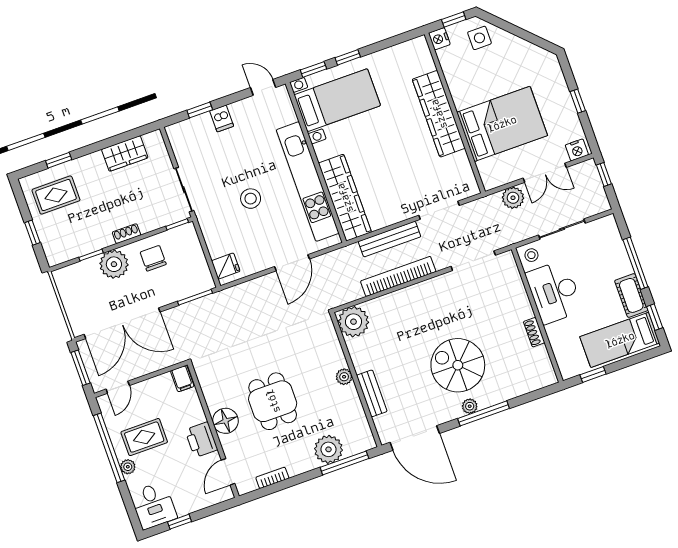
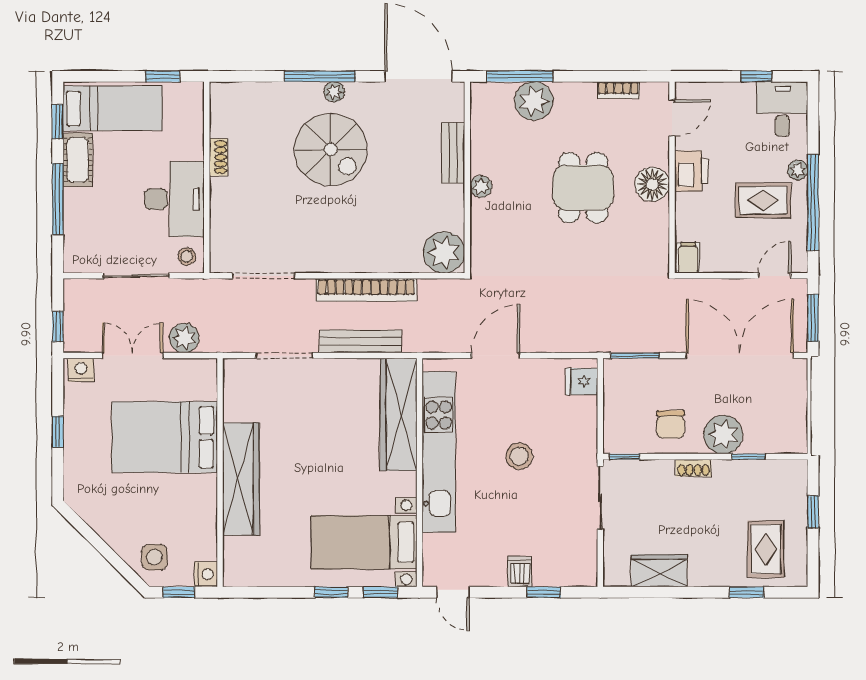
rug: (56, 195) -> (766, 549), turned 90

